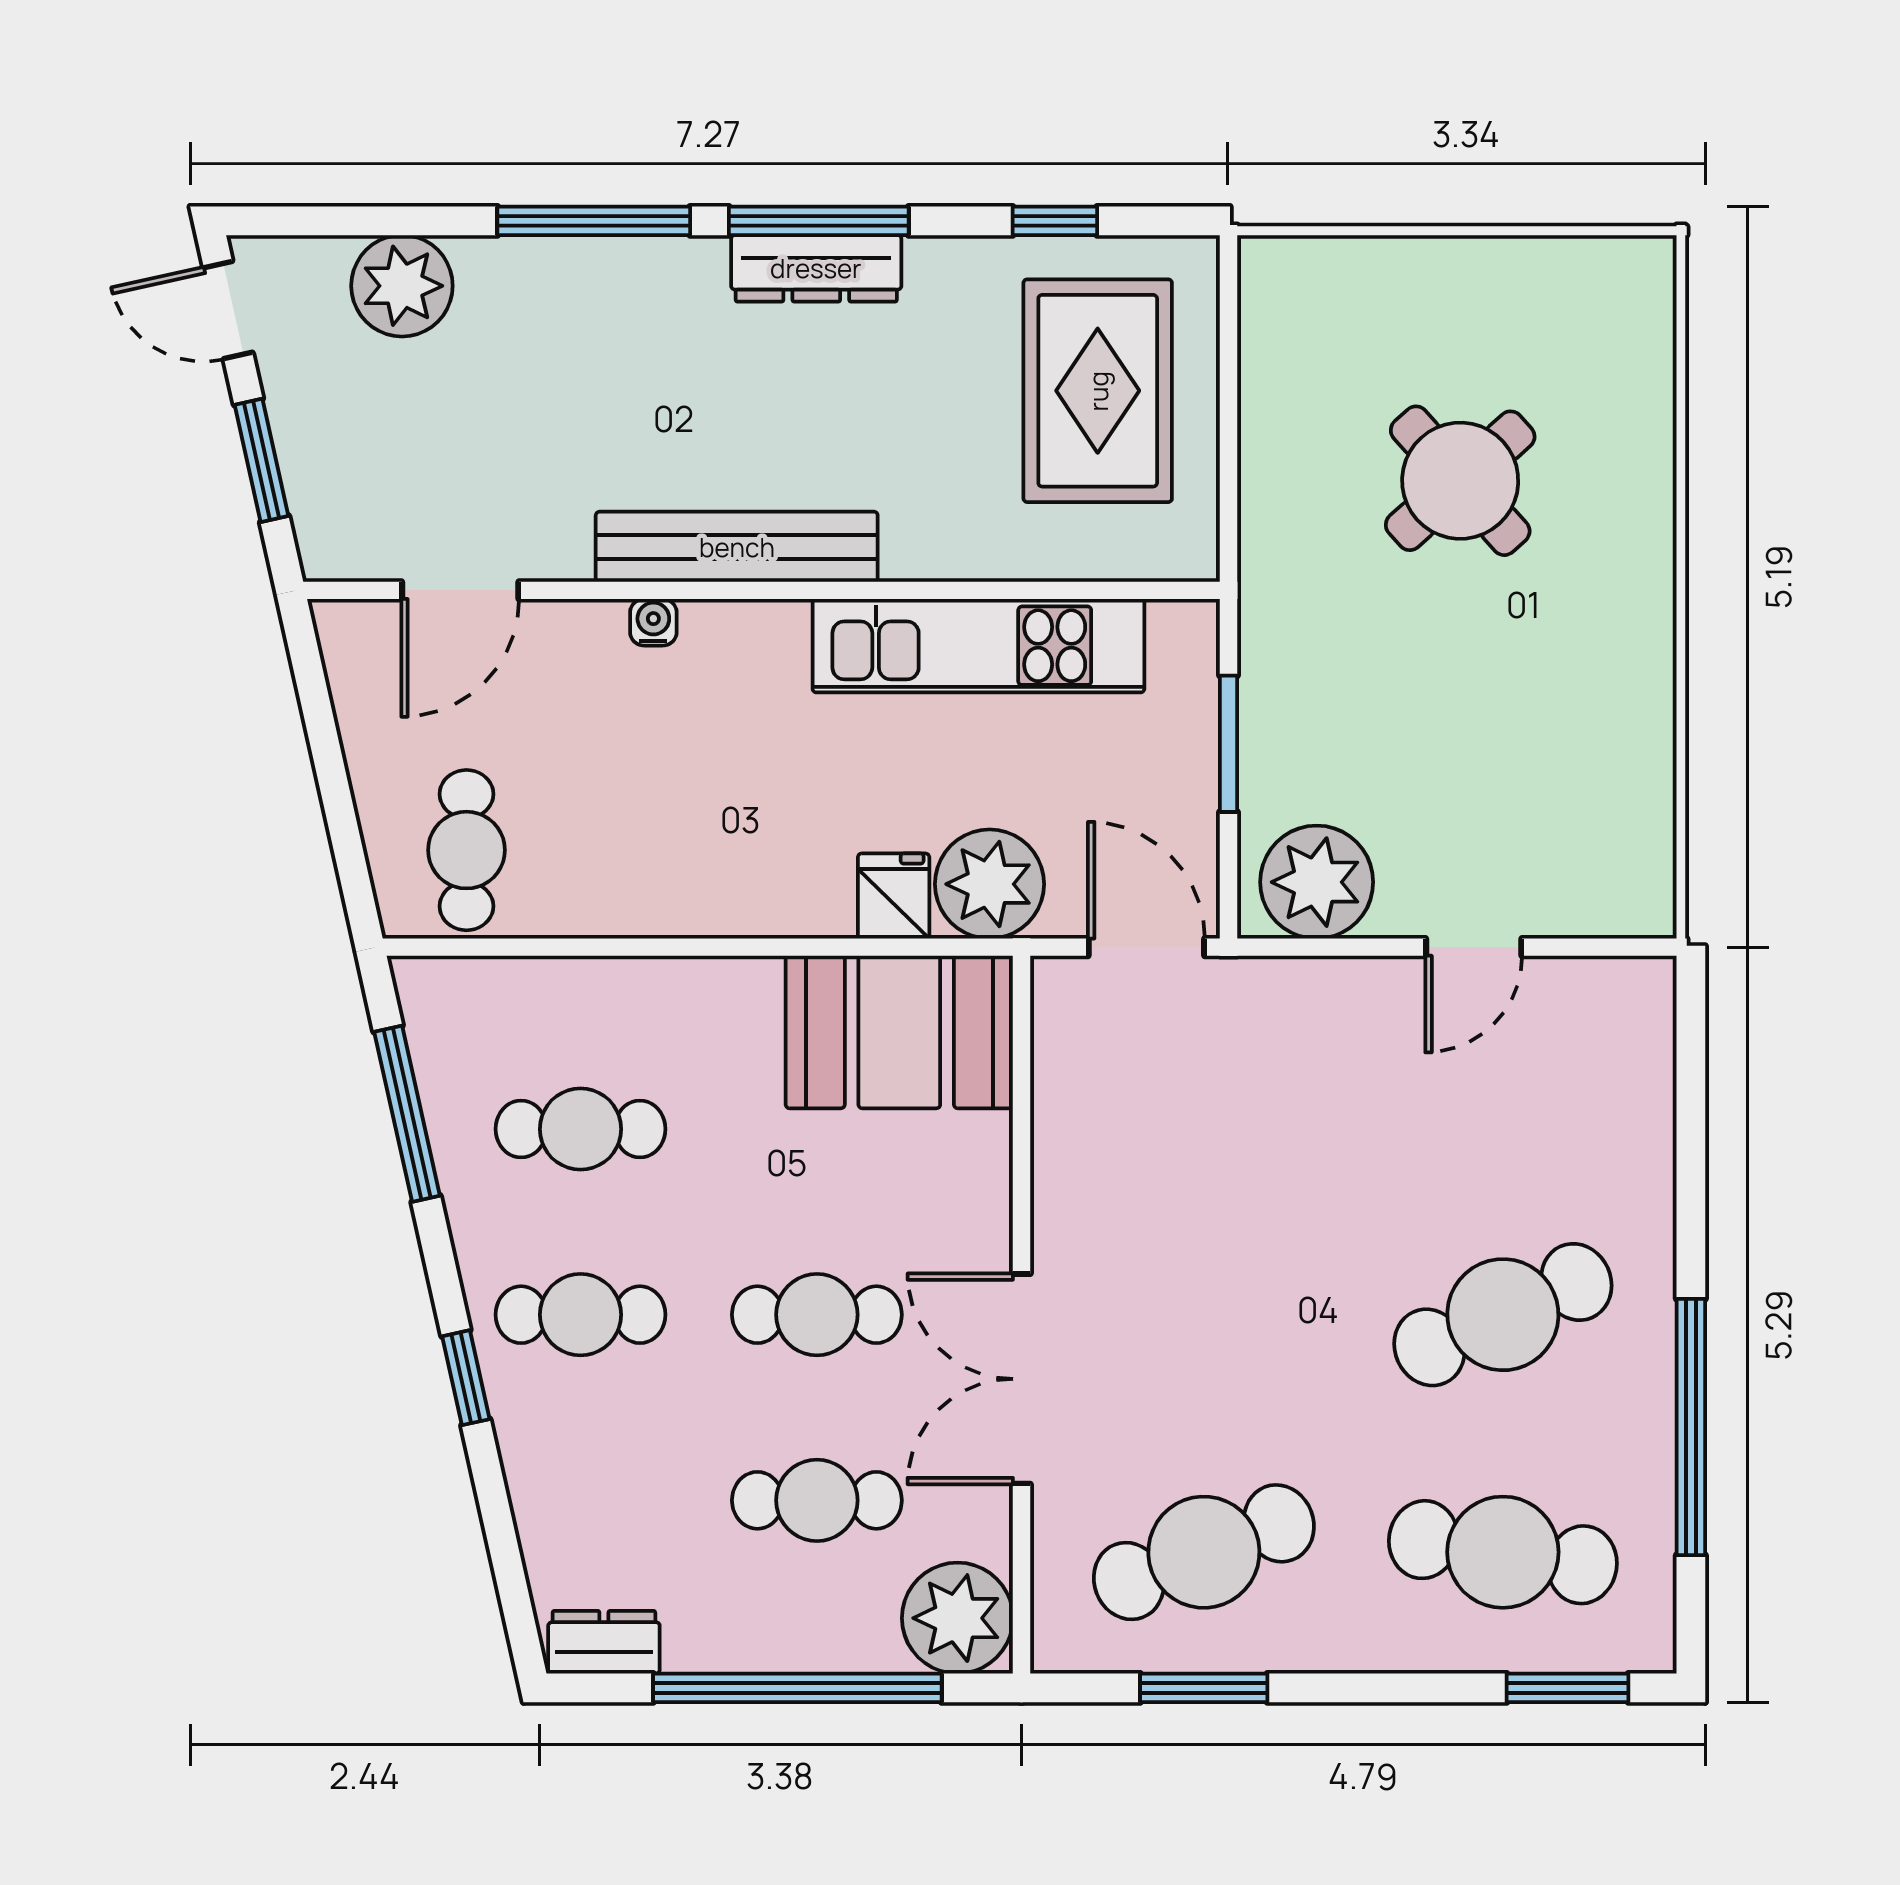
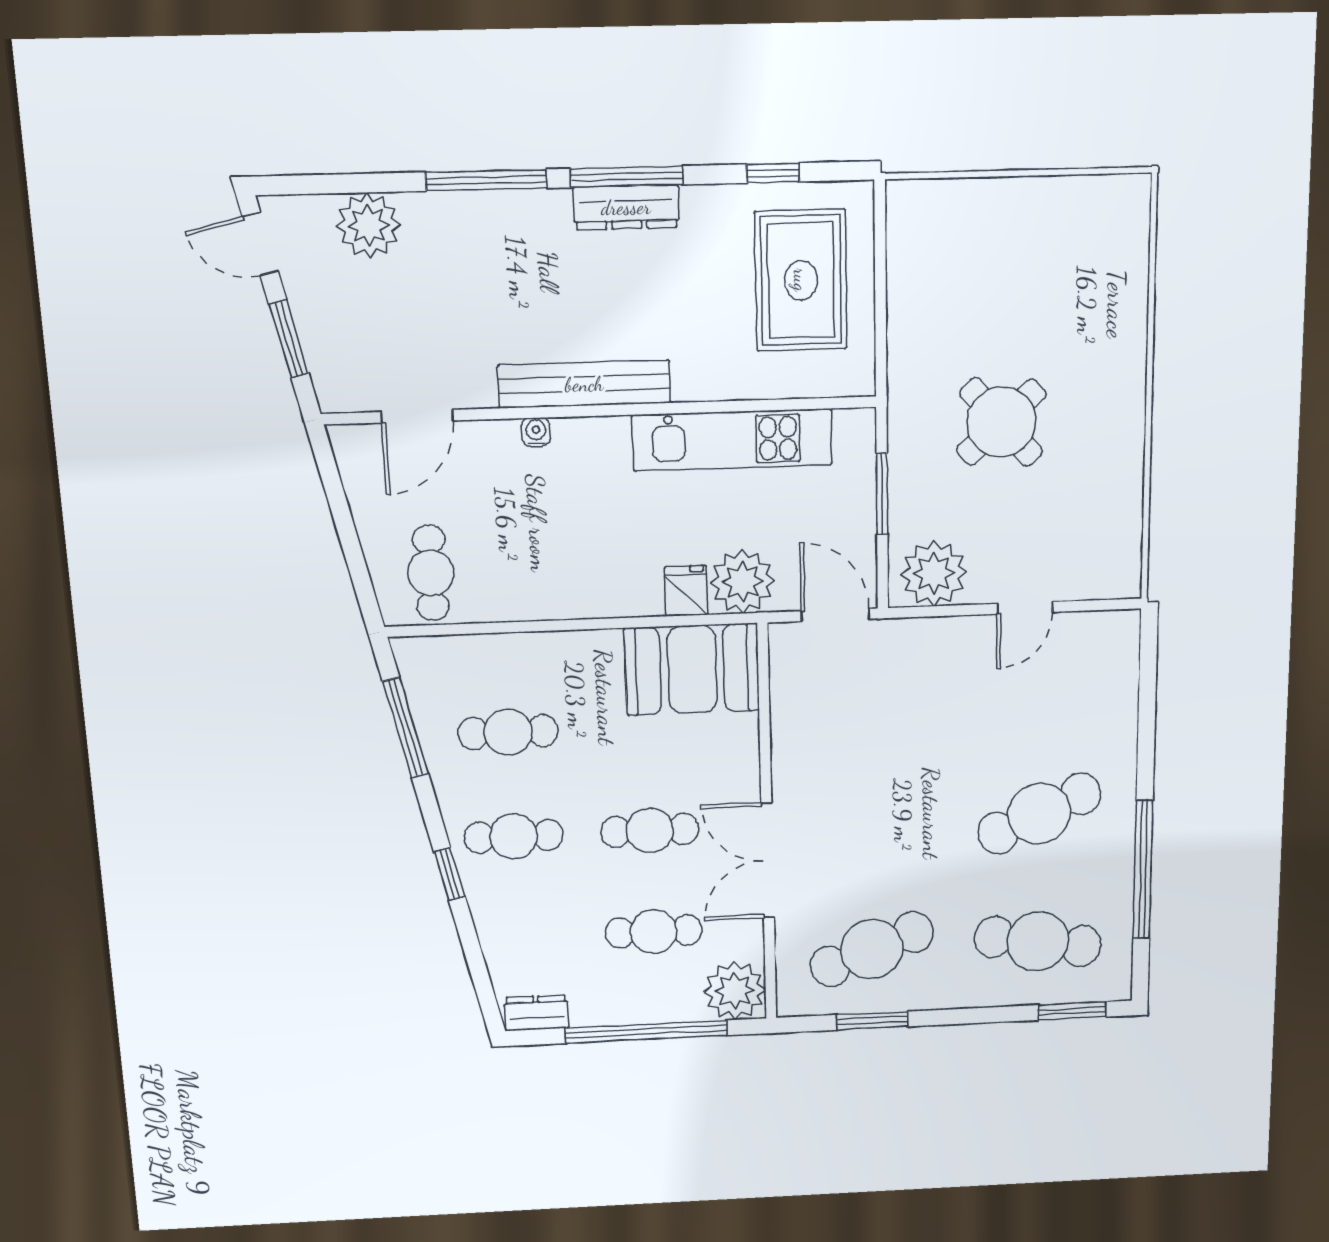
round table: (1460, 481) -> (1001, 422), moved

